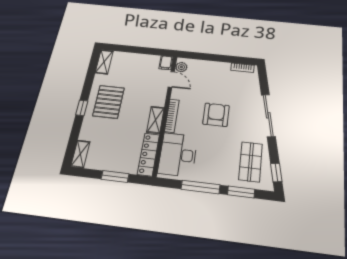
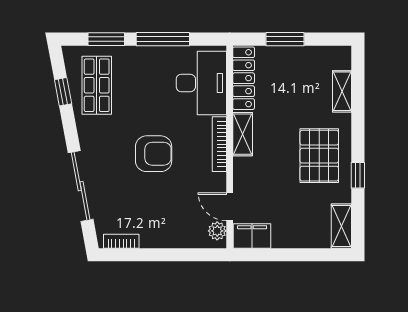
filing cabinet: (166, 63) -> (252, 236), width x2.00
window: (82, 108) -> (358, 175), moved
armchair: (216, 115) -> (154, 154), turned -90
sliding door: (268, 115) -> (81, 186), moved
shelving: (80, 154) -> (342, 91), moved
window: (276, 173) -> (63, 92), moved

